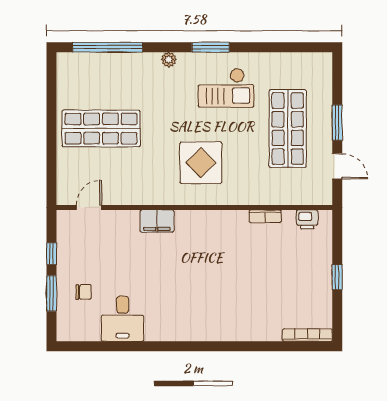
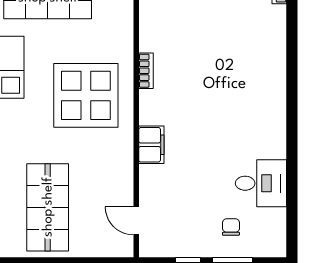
display table: (201, 163) -> (86, 95), width x1.36, depth x1.36
bookcase: (265, 216) -> (146, 71), moved

